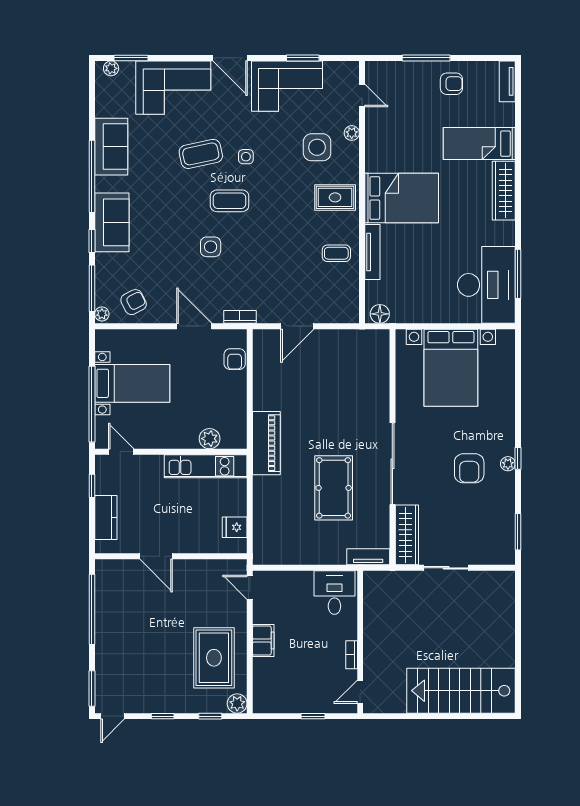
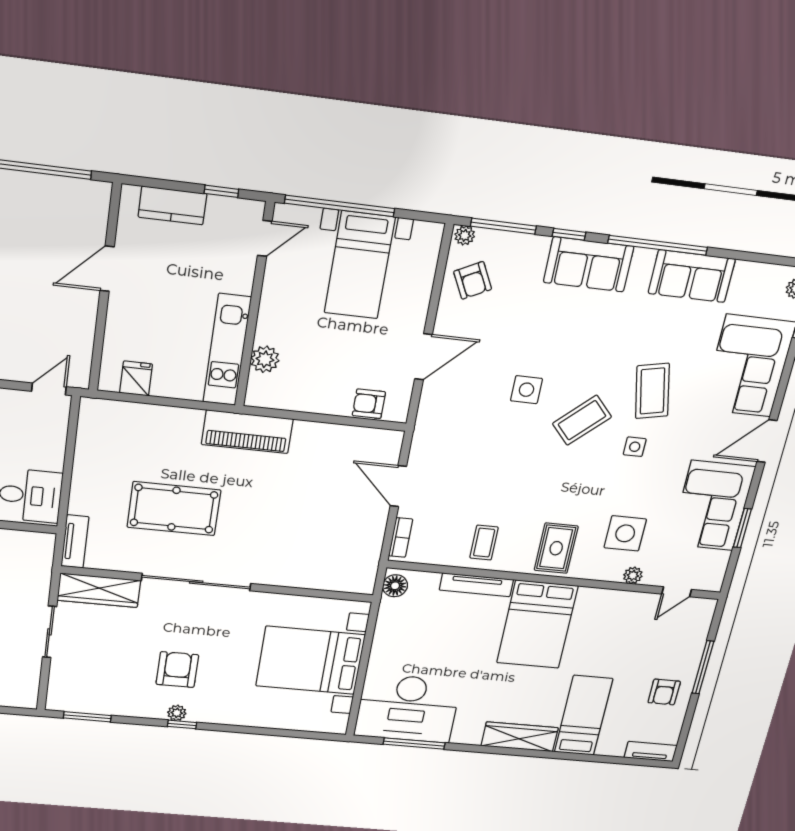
coffee table: (230, 201) -> (582, 420), turned 47
bookcase: (240, 317) -> (401, 537), moved
armchair: (469, 468) -> (177, 670), turned 90

